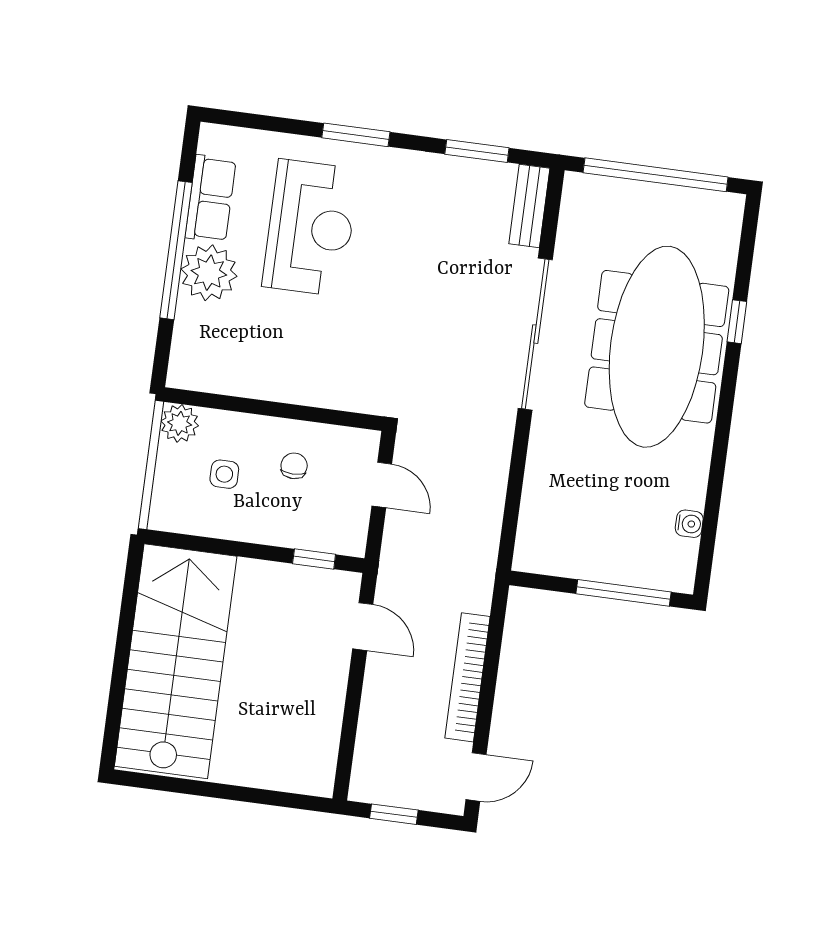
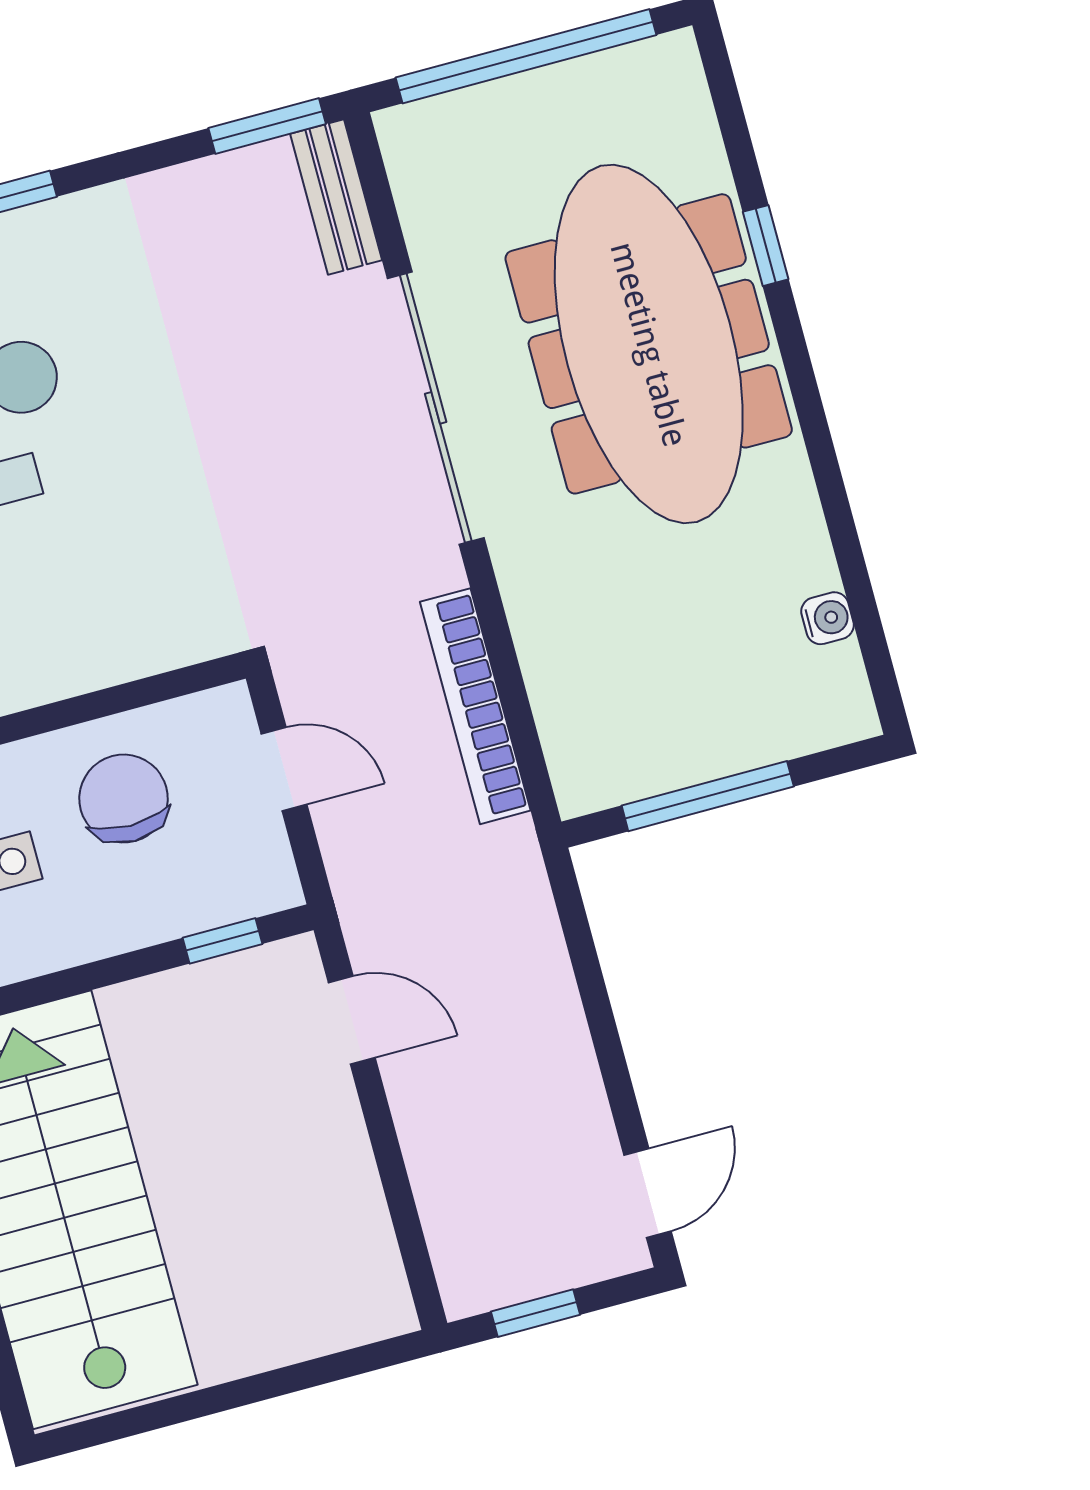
window: (477, 151) -> (267, 126), moved
chair: (294, 466) -> (124, 799), width x1.87, depth x1.87
window: (624, 593) -> (708, 796), moved
bookcase: (467, 677) -> (475, 706), moved

